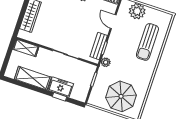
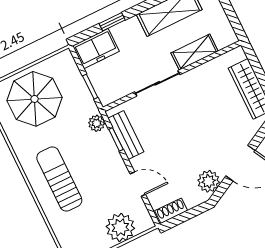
sun lounger: (147, 42) -> (59, 179), moved
shelving: (26, 48) -> (195, 52), moved
freezer: (61, 87) -> (96, 49), moved

